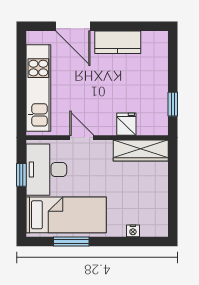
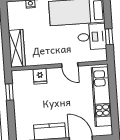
wardrobe: (141, 150) -> (17, 48), moved, turned 90
desk: (46, 170) -> (92, 37), width x0.73

